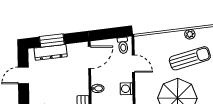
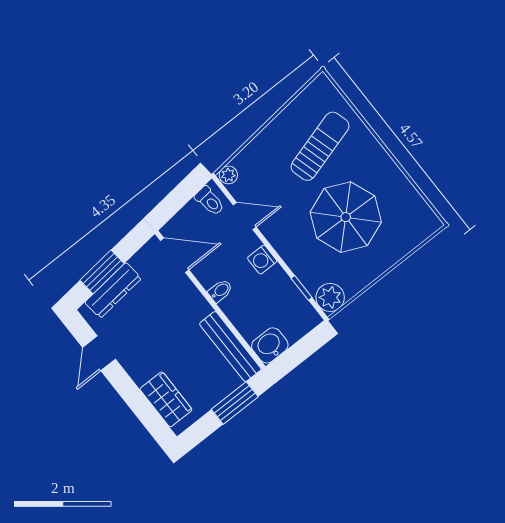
plant: (190, 34) -> (228, 175), moved
door: (89, 57) -> (175, 255), hinge flipped

